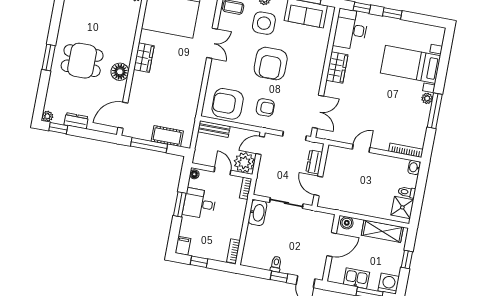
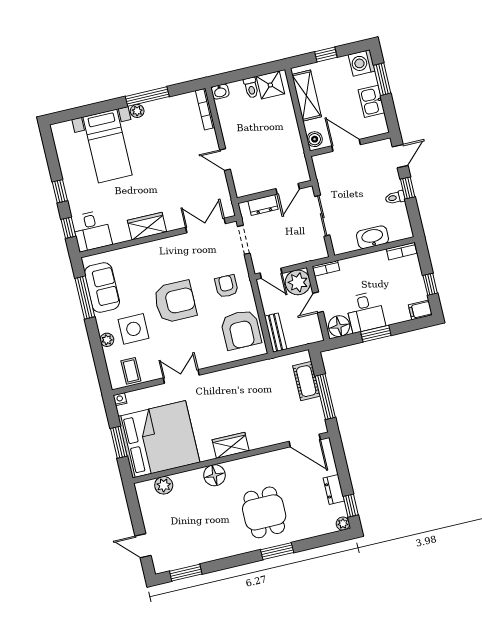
desk: (351, 29) -> (92, 231), width x0.73
floor lamp: (120, 72) -> (215, 475), moved
floor lamp: (194, 174) -> (339, 326), width x1.89, depth x1.89
washbasin: (258, 213) -> (372, 237), moved

